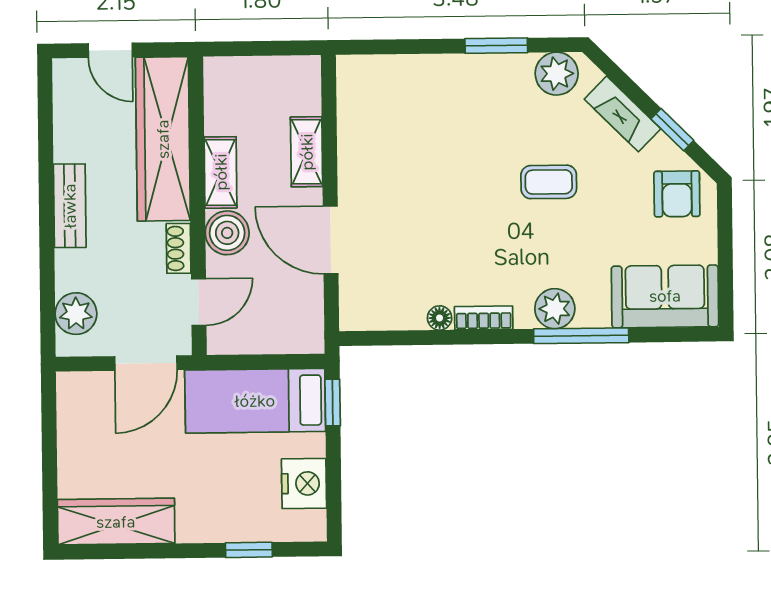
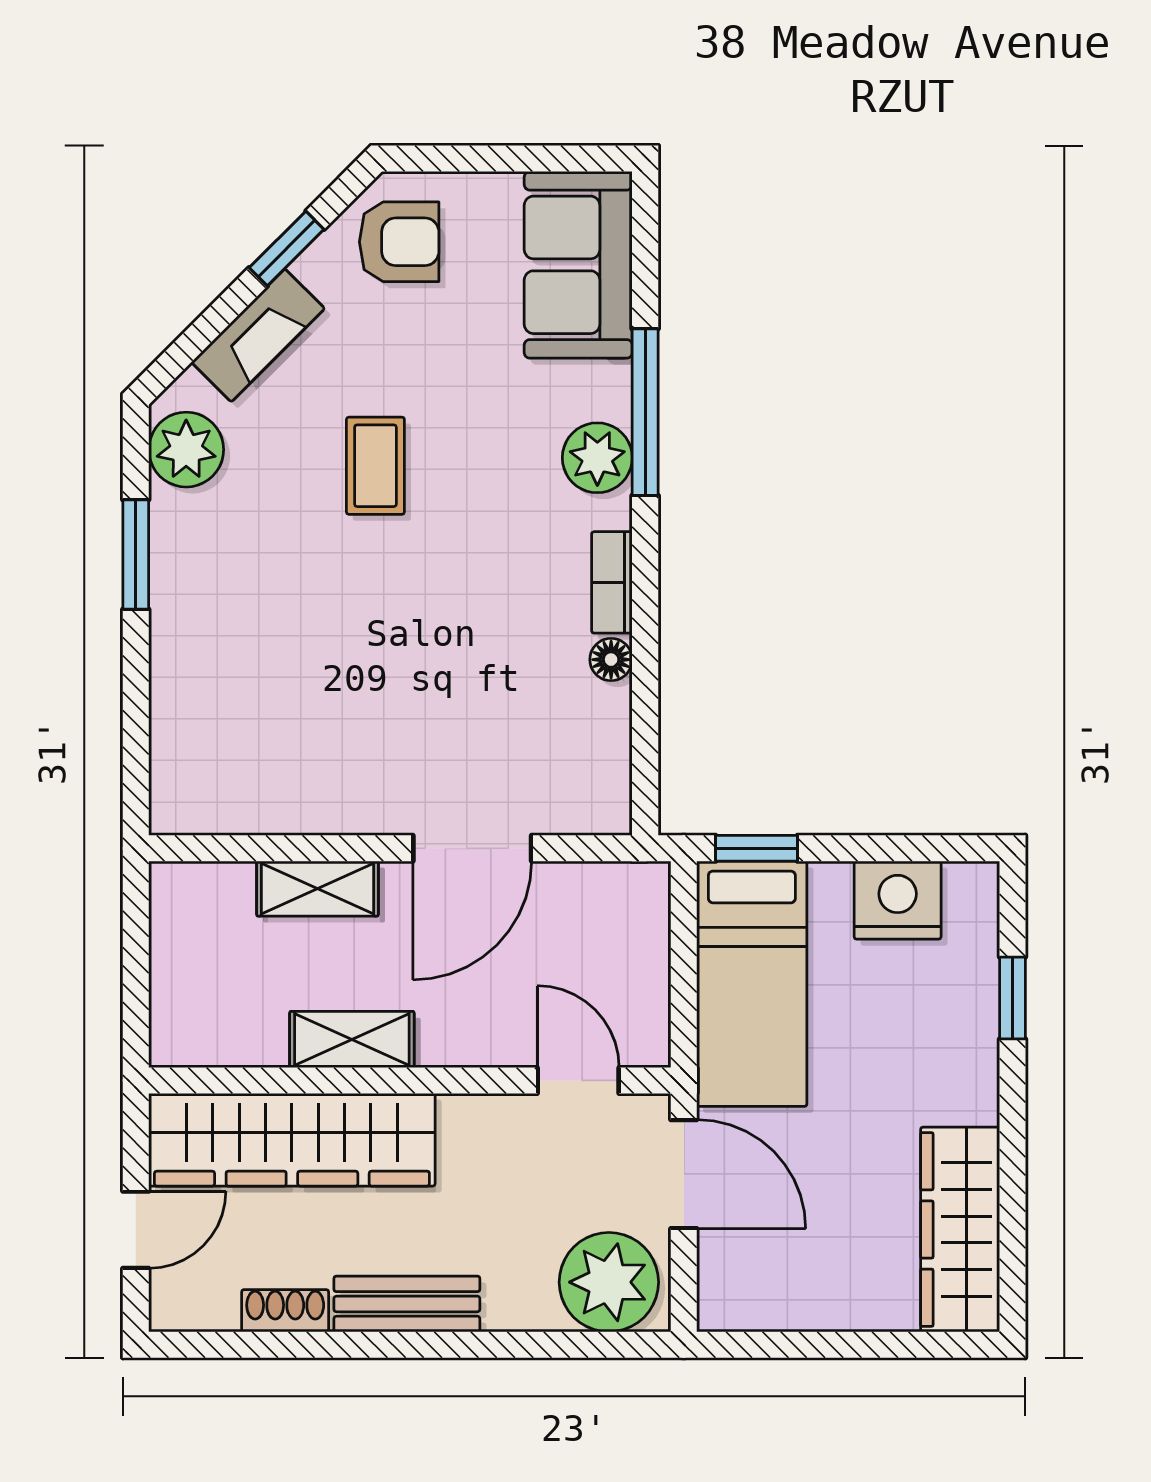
boiler: (227, 233) -> (458, 1029), removed
shoe rack: (179, 248) -> (285, 1311), moved, turned 180
plant: (76, 314) -> (609, 1282), width x1.36, depth x1.36

